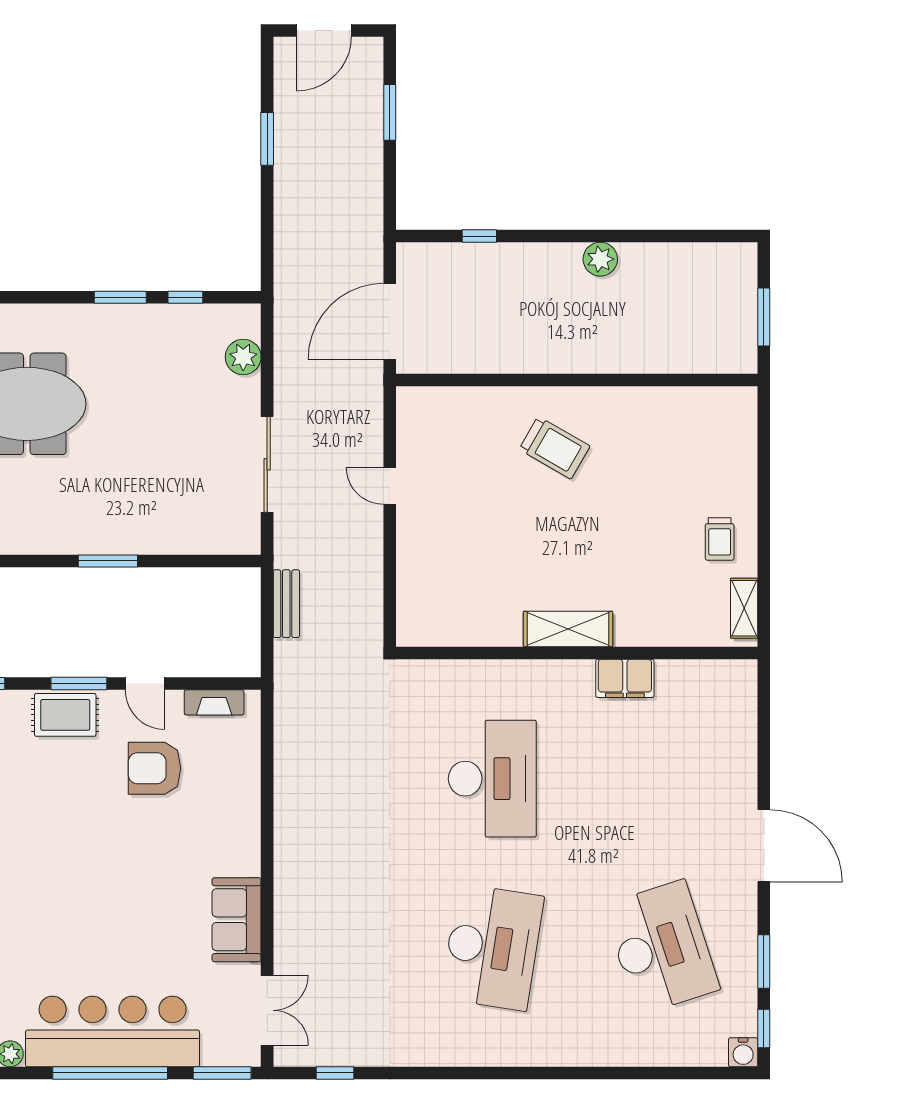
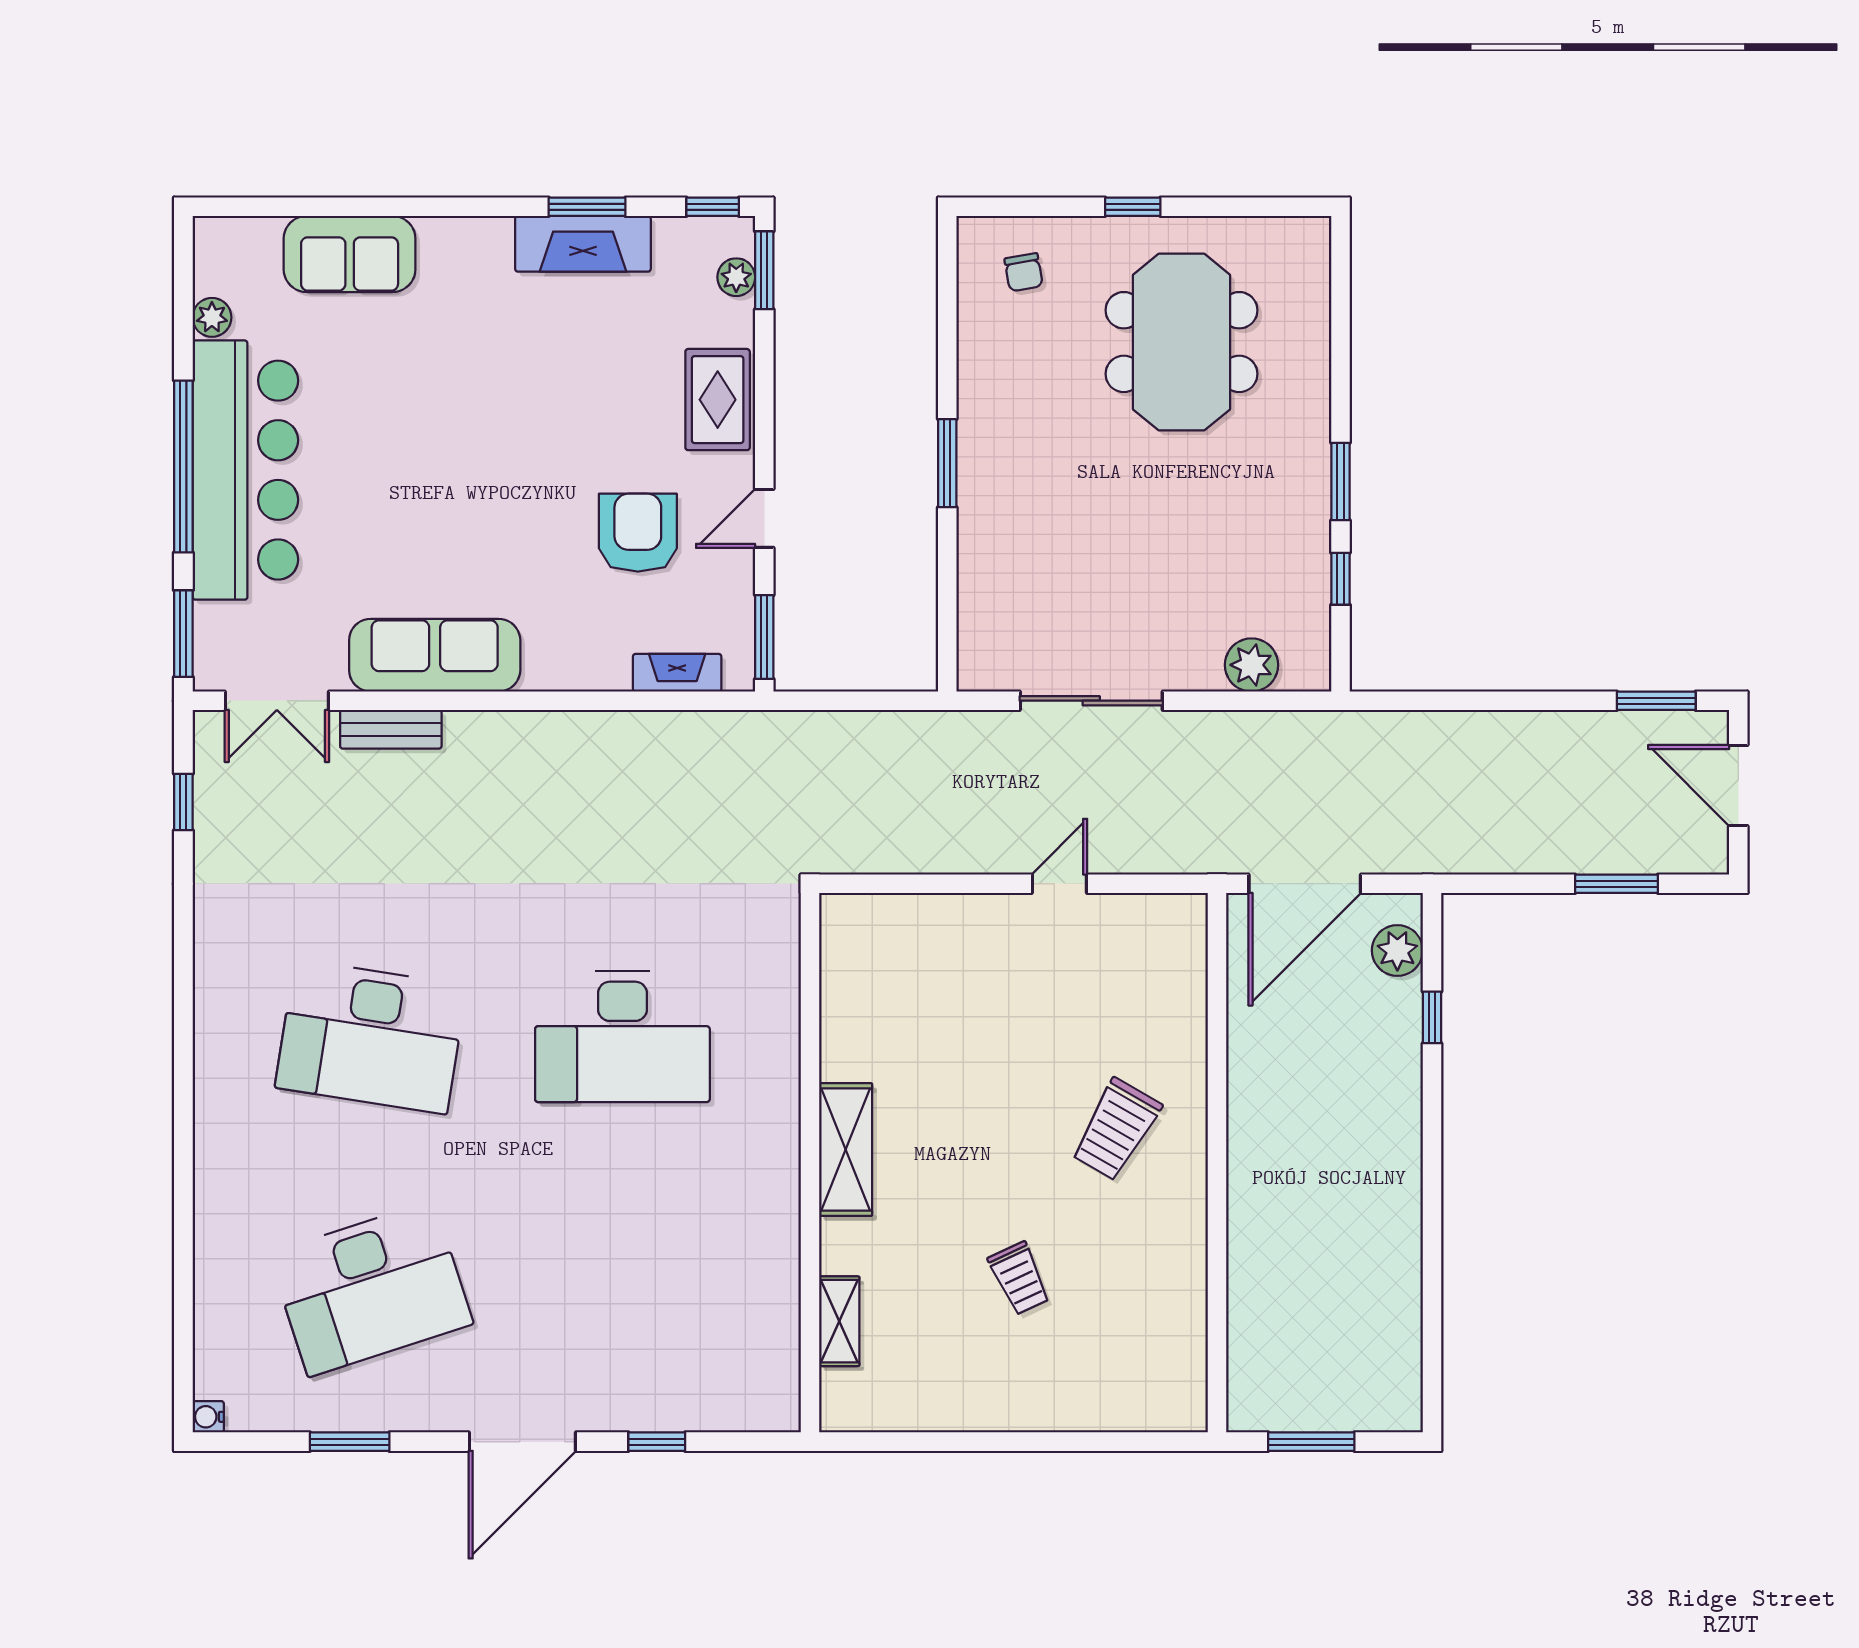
window: (267, 139) -> (1656, 701), moved
plant: (600, 259) -> (1397, 950), moved
door: (390, 321) -> (1305, 884), swing flipped
trolley: (720, 539) -> (1019, 1278), moved, turned -115
bench: (286, 604) -> (391, 729), moved
shelving: (744, 608) -> (839, 1321), moved, turned 90
filing cabinet: (625, 678) -> (772, 1234), removed
window: (79, 684) -> (764, 637), moved
fireplace: (214, 702) -> (677, 673), moved, turned 90
sofa: (237, 920) -> (435, 655), width x1.36
window: (764, 1029) -> (657, 1442), moved
water cooler: (743, 1052) -> (208, 1417), width x0.72, depth x0.72

